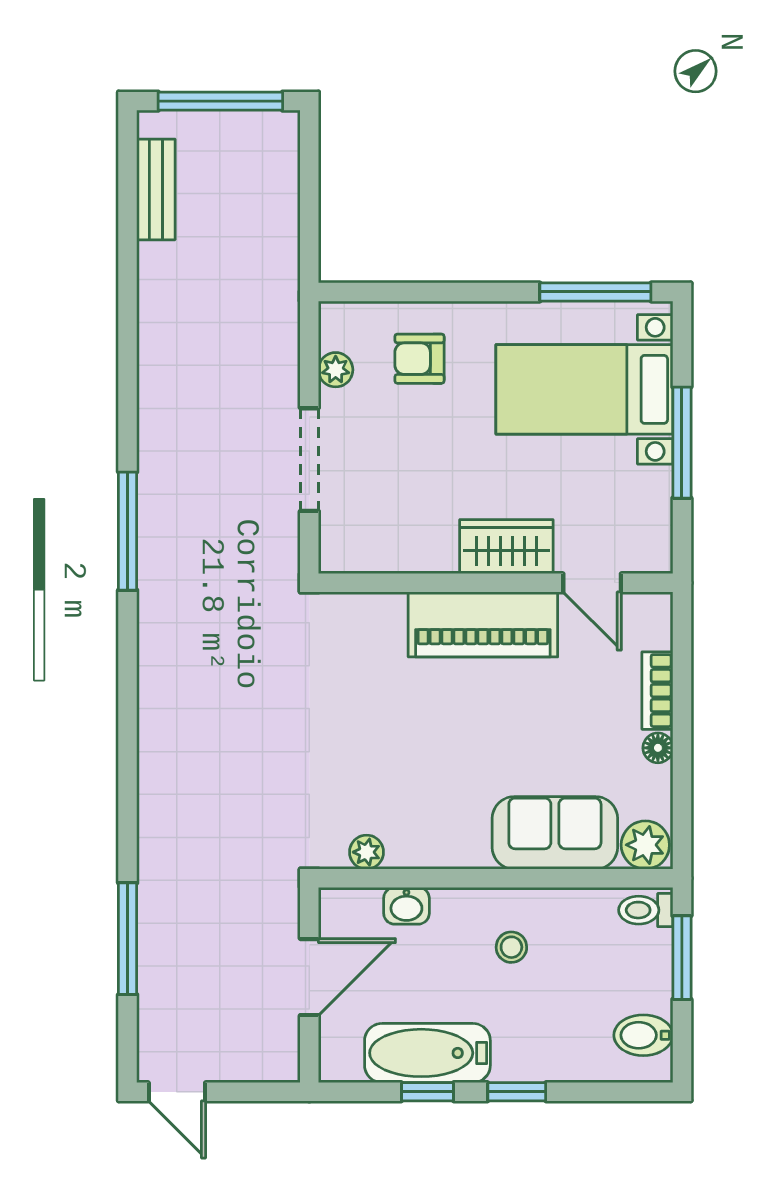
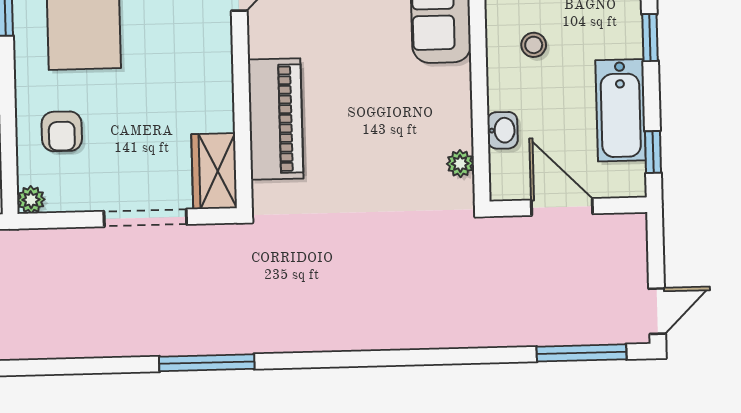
plant: (336, 370) -> (31, 200), moved
wardrobe: (506, 547) -> (214, 171), moved
piano: (483, 624) -> (276, 119), moved
window: (128, 939) -> (582, 353), moved
window: (427, 1092) -> (653, 152), moved

